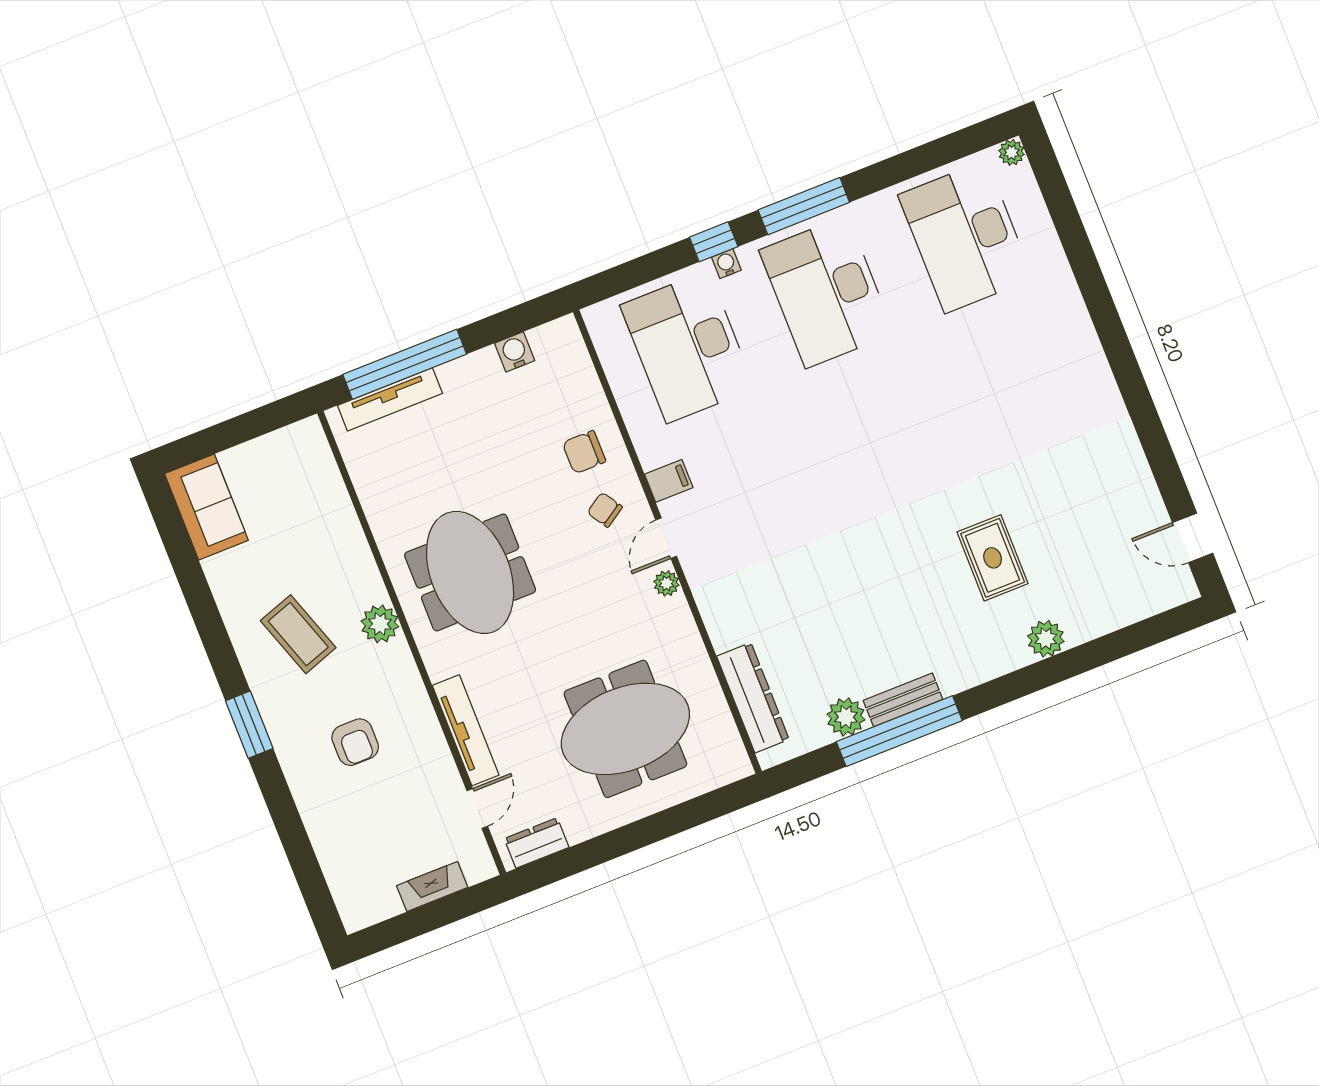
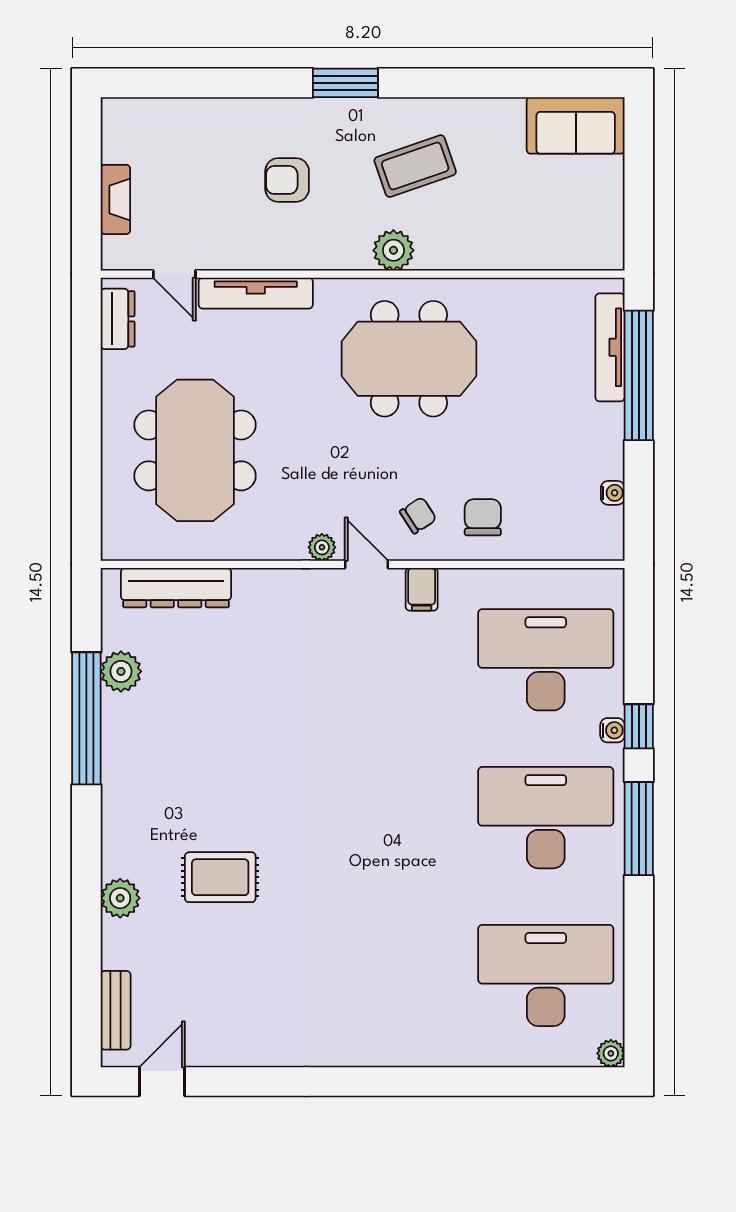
water cooler: (515, 352) -> (613, 493), width x0.72, depth x0.72
bench: (903, 700) -> (116, 1010), moved

